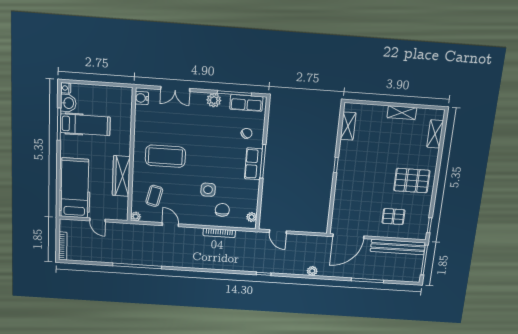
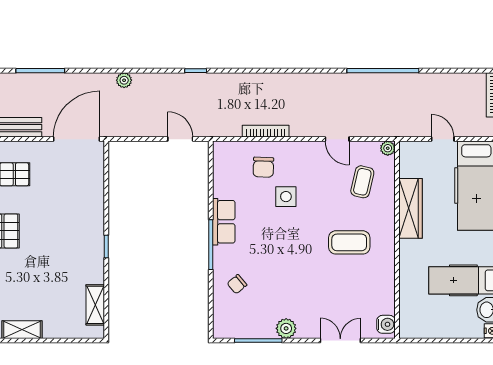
row of seats: (246, 103) -> (241, 328), removed
coffee table: (165, 156) -> (349, 242), width x0.73, depth x0.76
row of seats: (253, 164) -> (224, 222), moved
plant: (252, 217) -> (220, 159), removed

